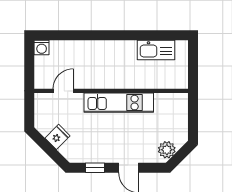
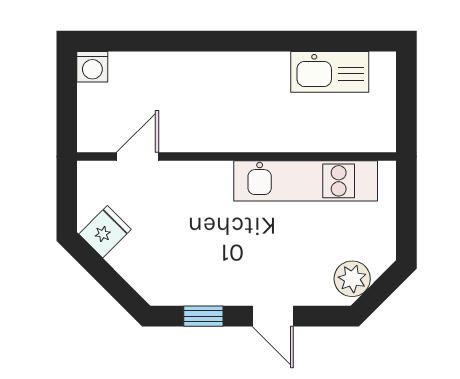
kitchen unit: (119, 103) -> (306, 181), moved
fridge: (58, 137) -> (105, 232), moved

